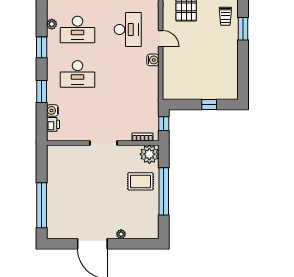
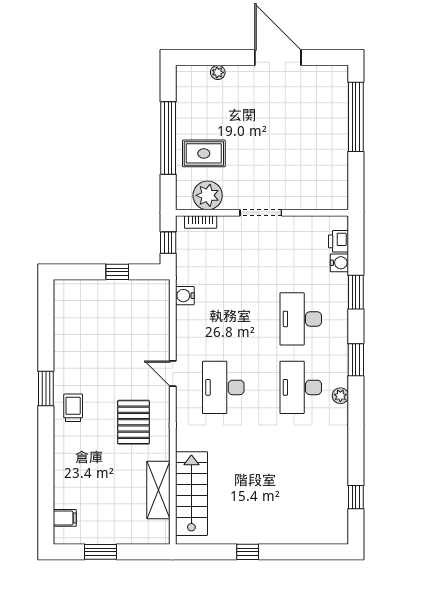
desk: (78, 30) -> (301, 387), turned -90
water cooler: (153, 60) -> (185, 296), moved
desk: (78, 74) -> (301, 319), turned -90
window: (209, 104) -> (117, 272), moved
plant: (149, 154) -> (208, 195), moved
plant: (121, 234) -> (218, 72), moved

